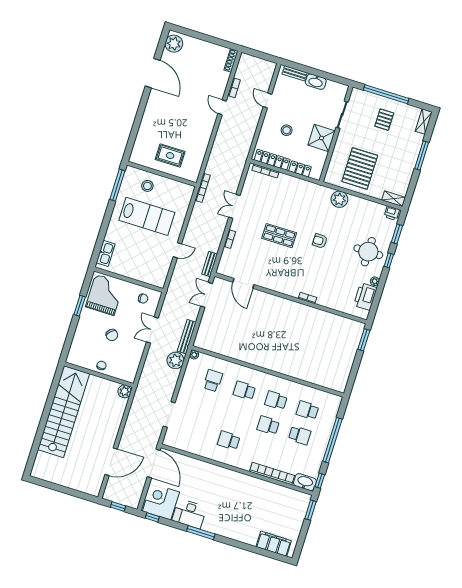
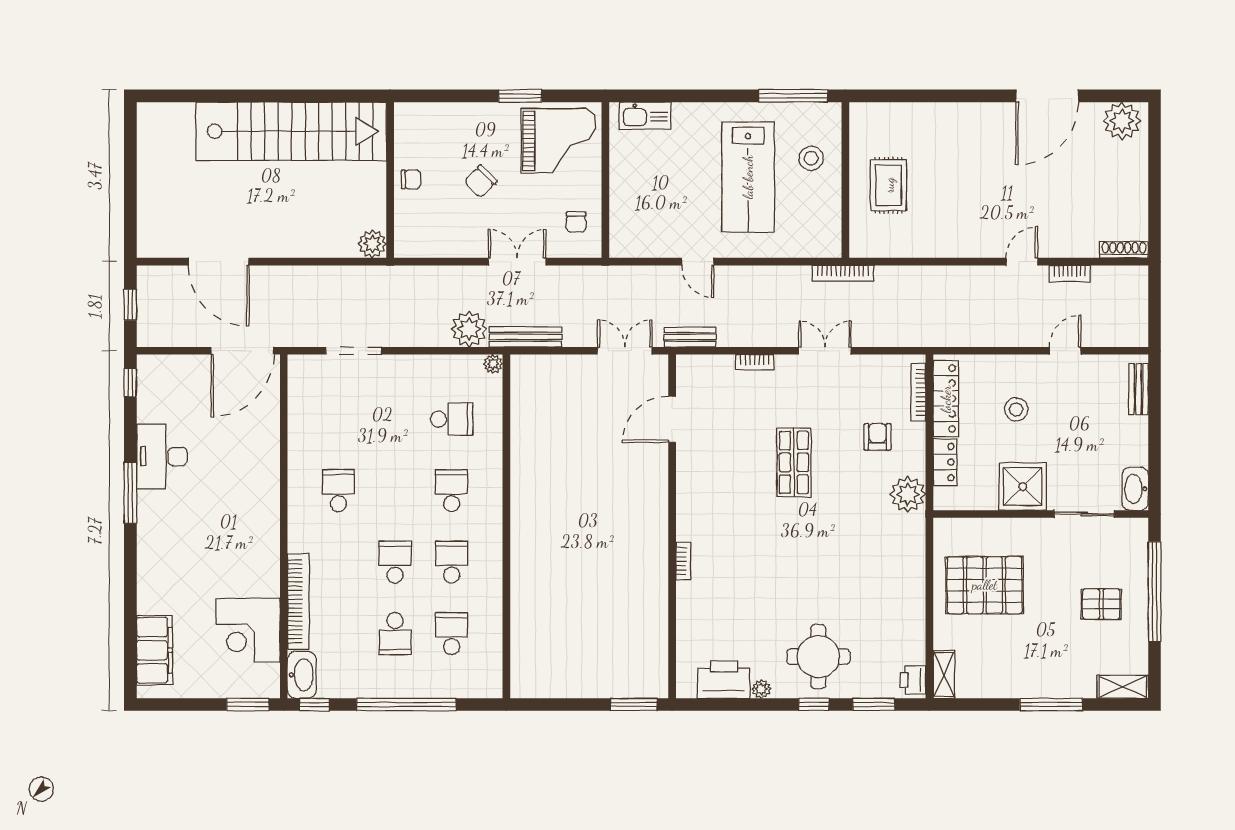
washbasin: (316, 82) -> (1135, 489), moved
plant: (339, 199) -> (908, 494), moved
armchair: (320, 241) -> (878, 437), moved
corner desk: (161, 502) -> (248, 630), moved, turned 180

